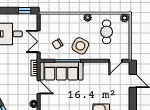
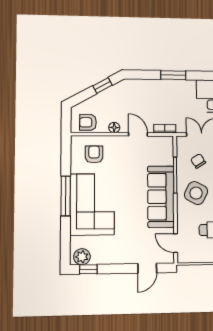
sofa: (61, 71) -> (161, 197), moved
door: (39, 87) -> (138, 134), swing flipped

